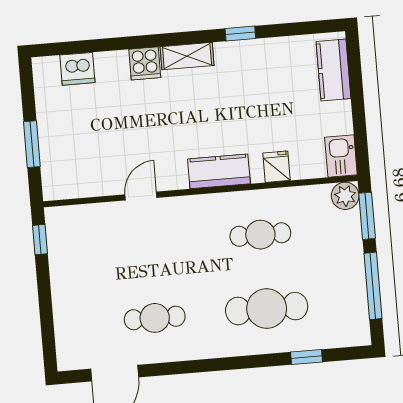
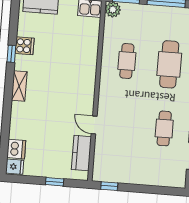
cooker: (145, 63) -> (25, 46), moved
window: (32, 144) -> (55, 182), width x0.67
fridge: (277, 167) -> (15, 167), moved, turned 180
kitchen counter: (219, 171) -> (81, 153), moved

